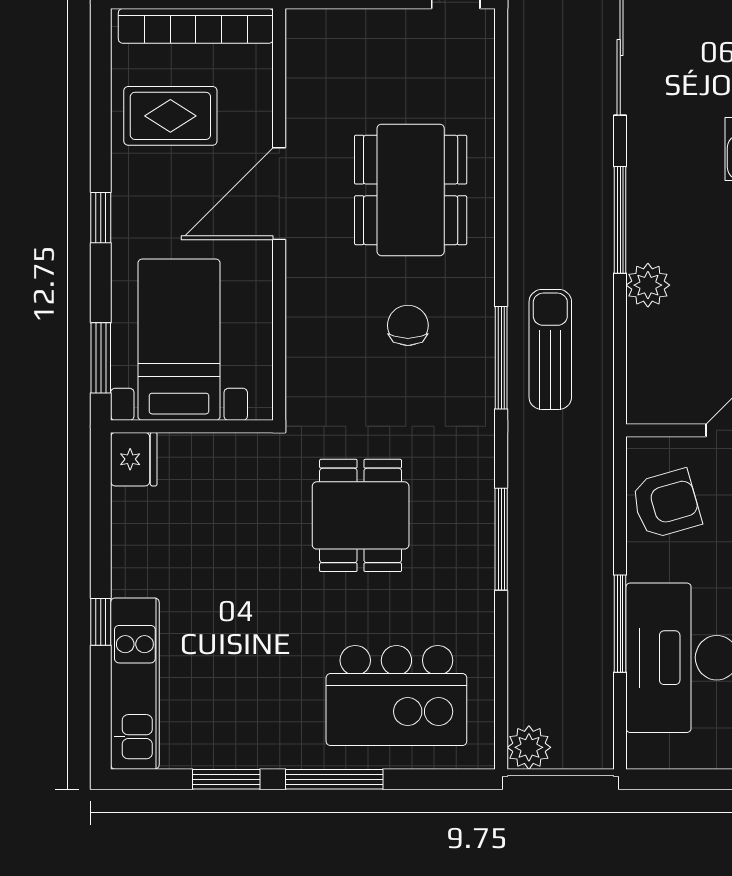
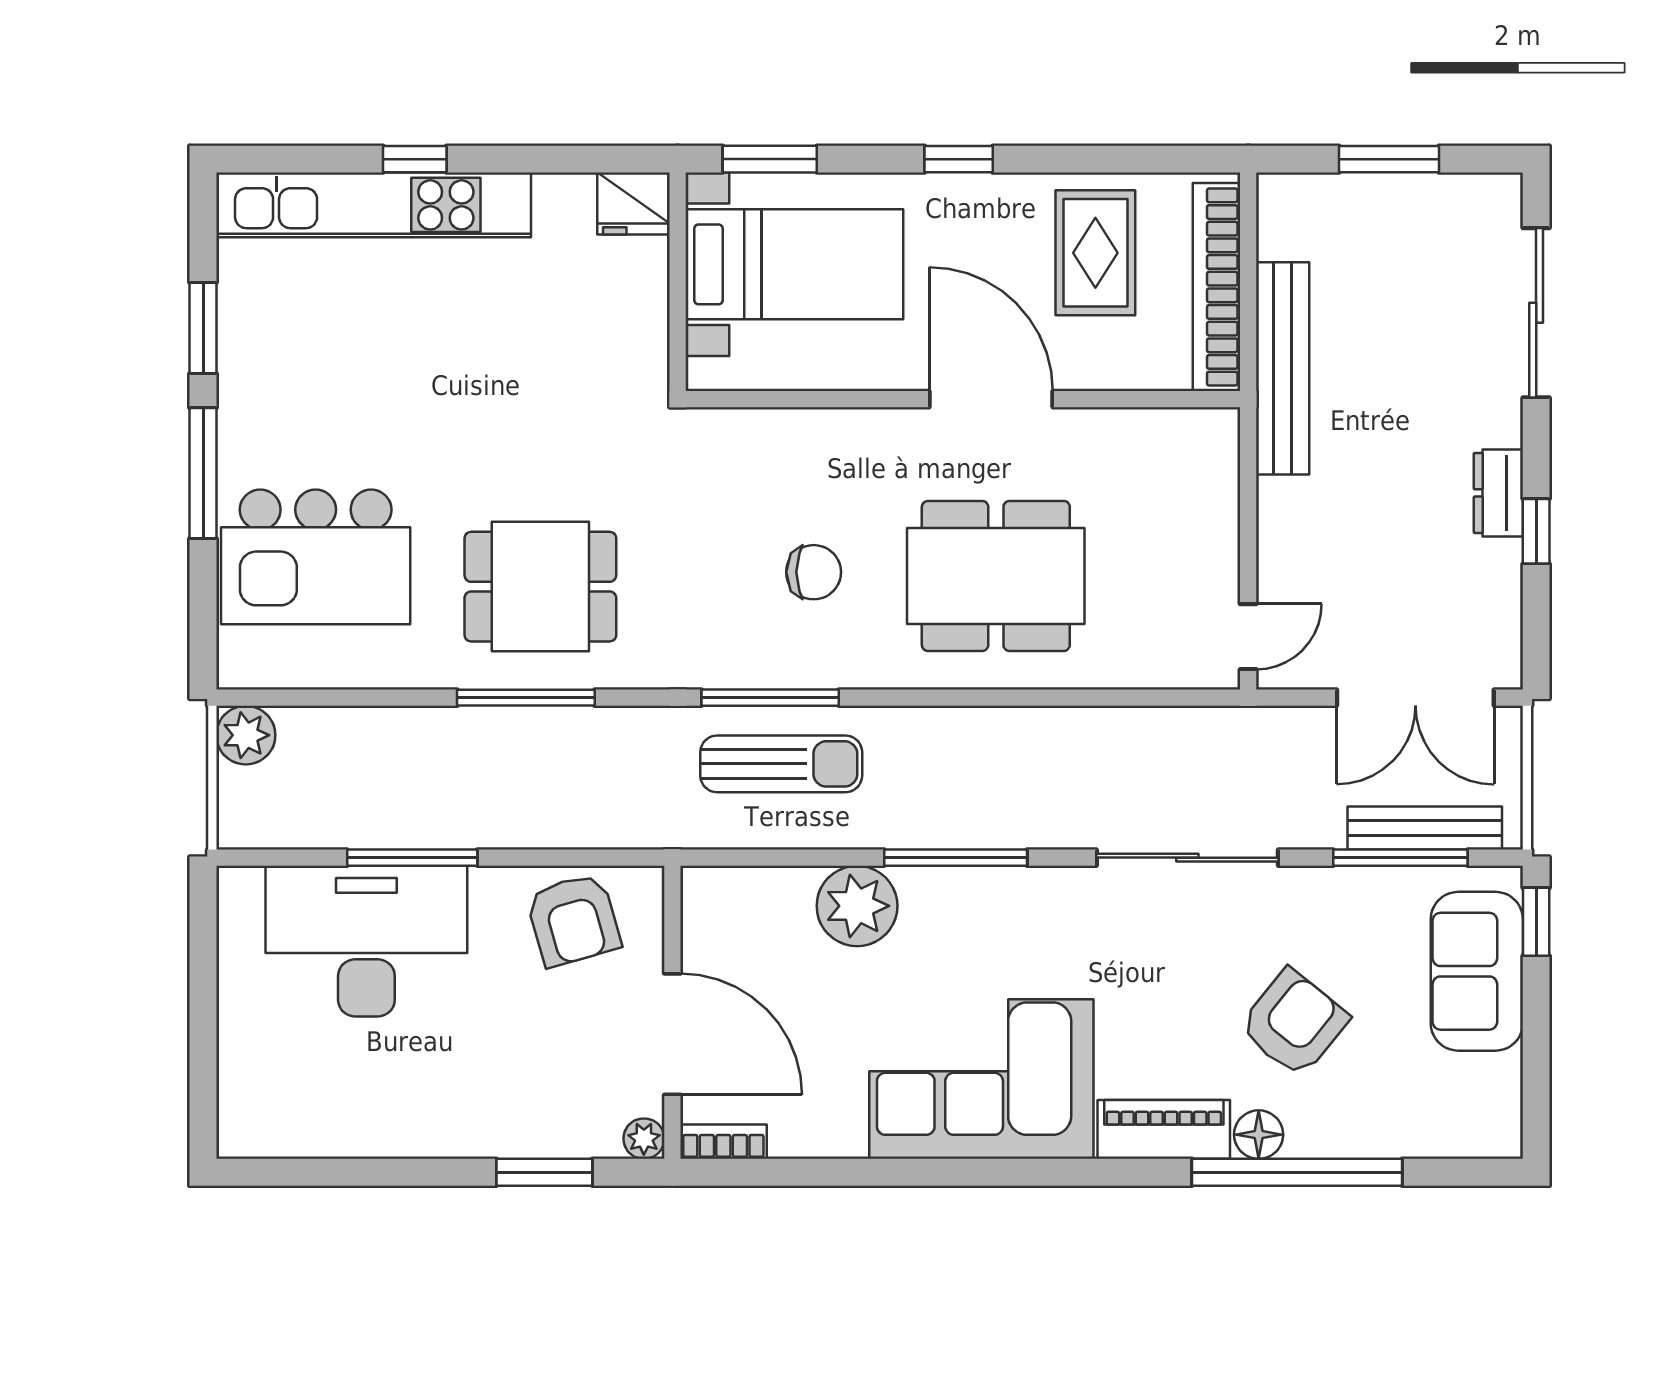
plant: (648, 285) -> (857, 906), width x1.36, depth x1.36
dining table: (361, 515) -> (540, 587), moved
kitchen unit: (135, 684) -> (374, 205), width x1.36
kitchen island: (396, 695) -> (316, 557), turned -90

